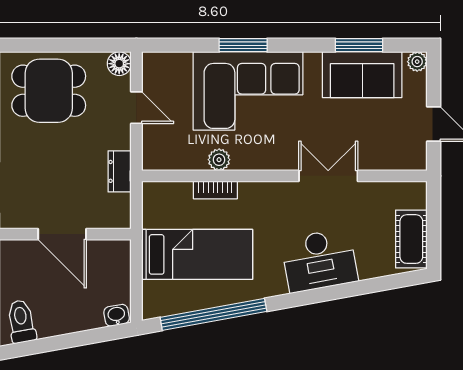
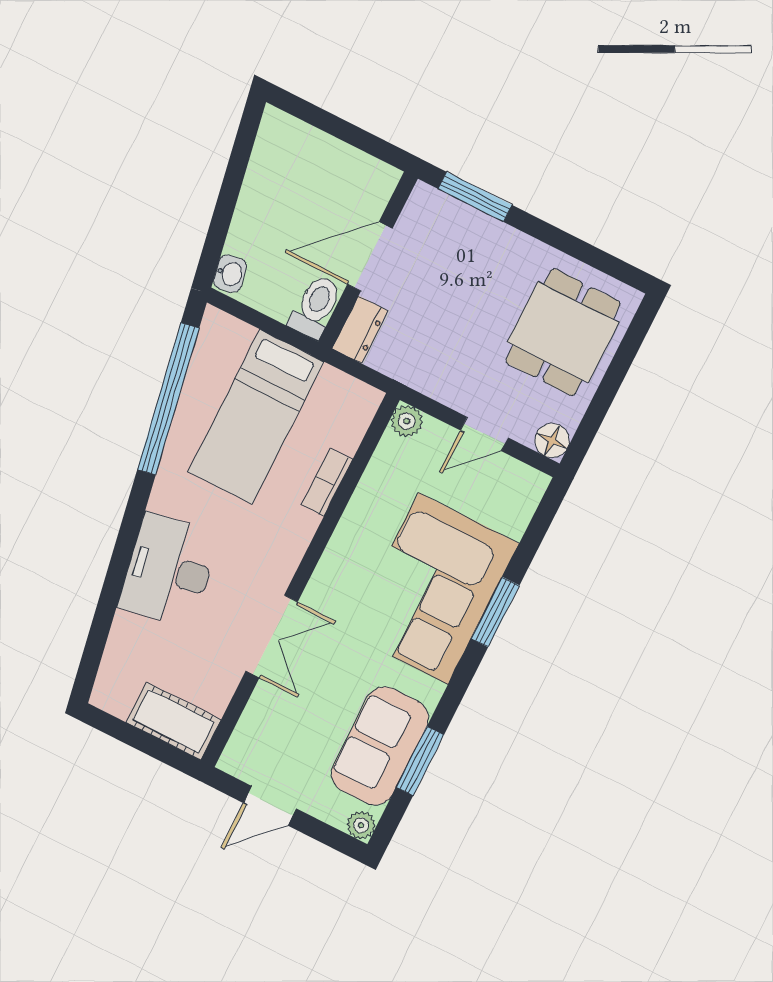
plant: (219, 160) -> (407, 421), moved
dresser: (120, 171) -> (360, 330), moved, turned 90
cot: (411, 239) -> (174, 721), moved
toilet: (21, 321) -> (316, 307), moved, turned -80

